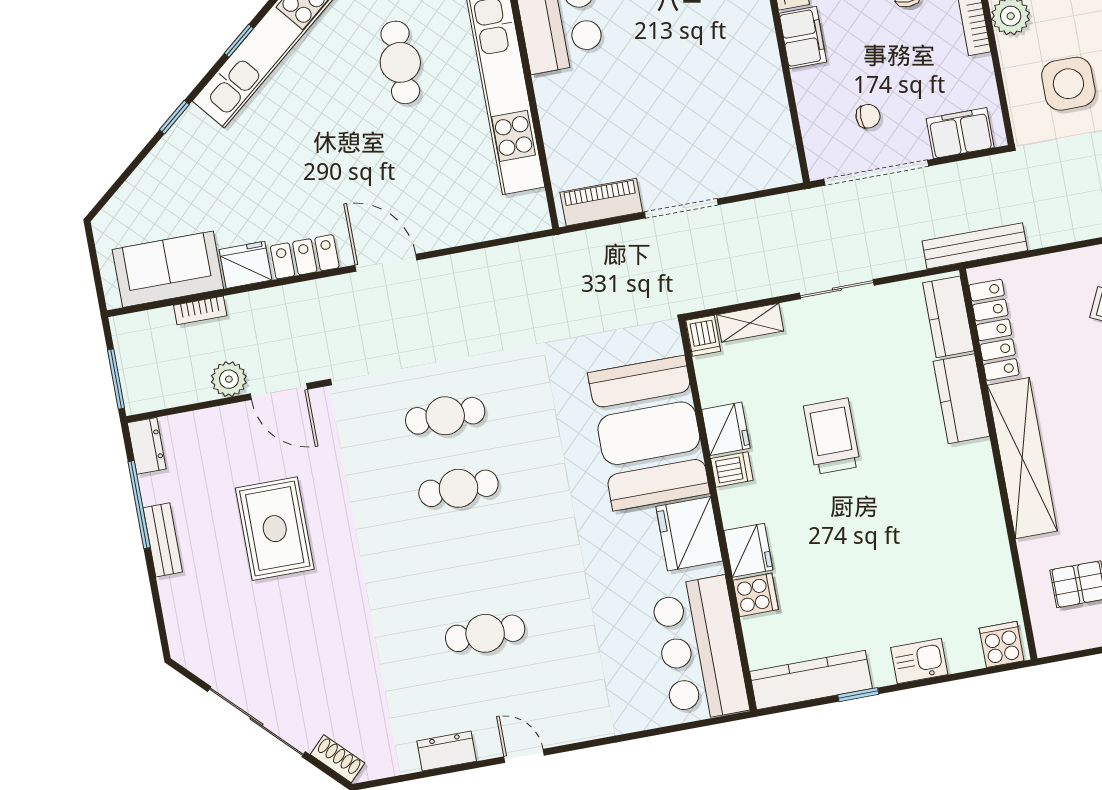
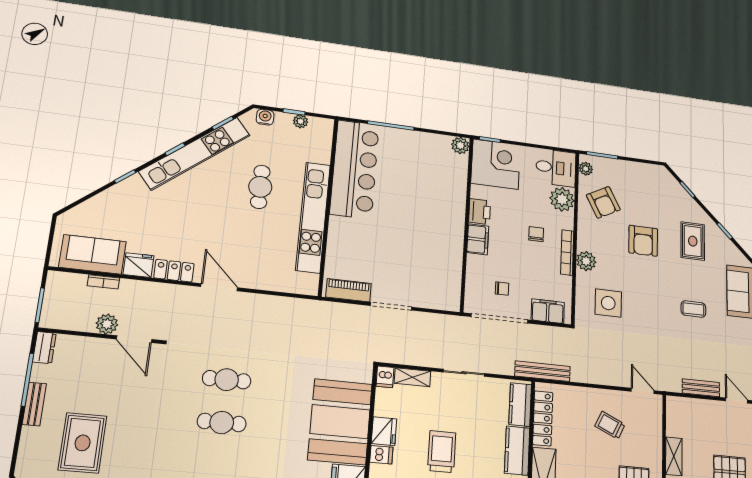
rug: (275, 529) -> (83, 443), moved

